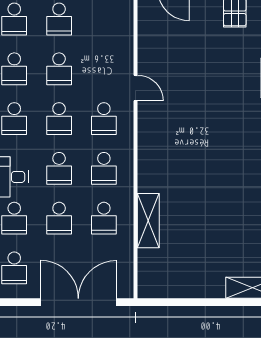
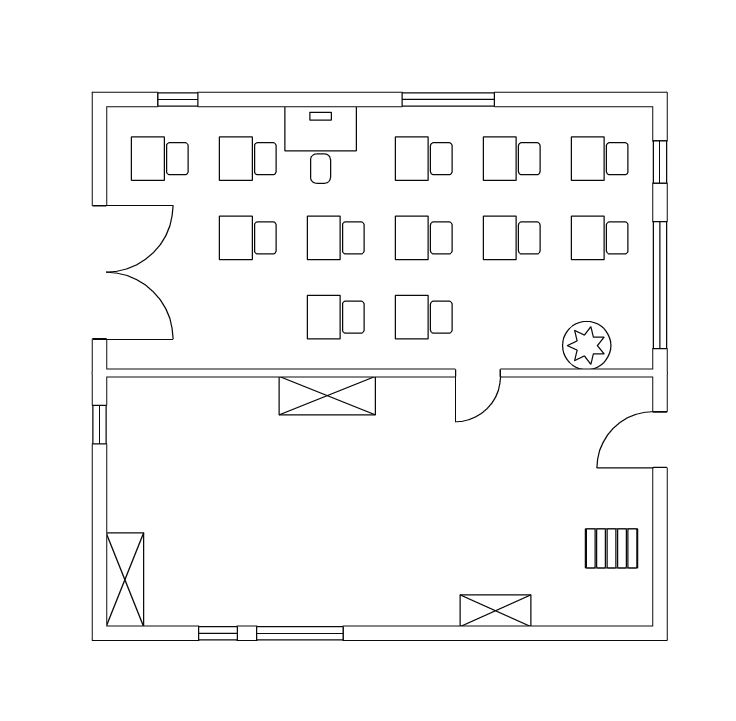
plant: (120, 26) -> (587, 346), added
school desk: (104, 218) -> (248, 317), removed
shelving: (148, 221) -> (327, 396), moved
window: (165, 302) -> (99, 425), added

